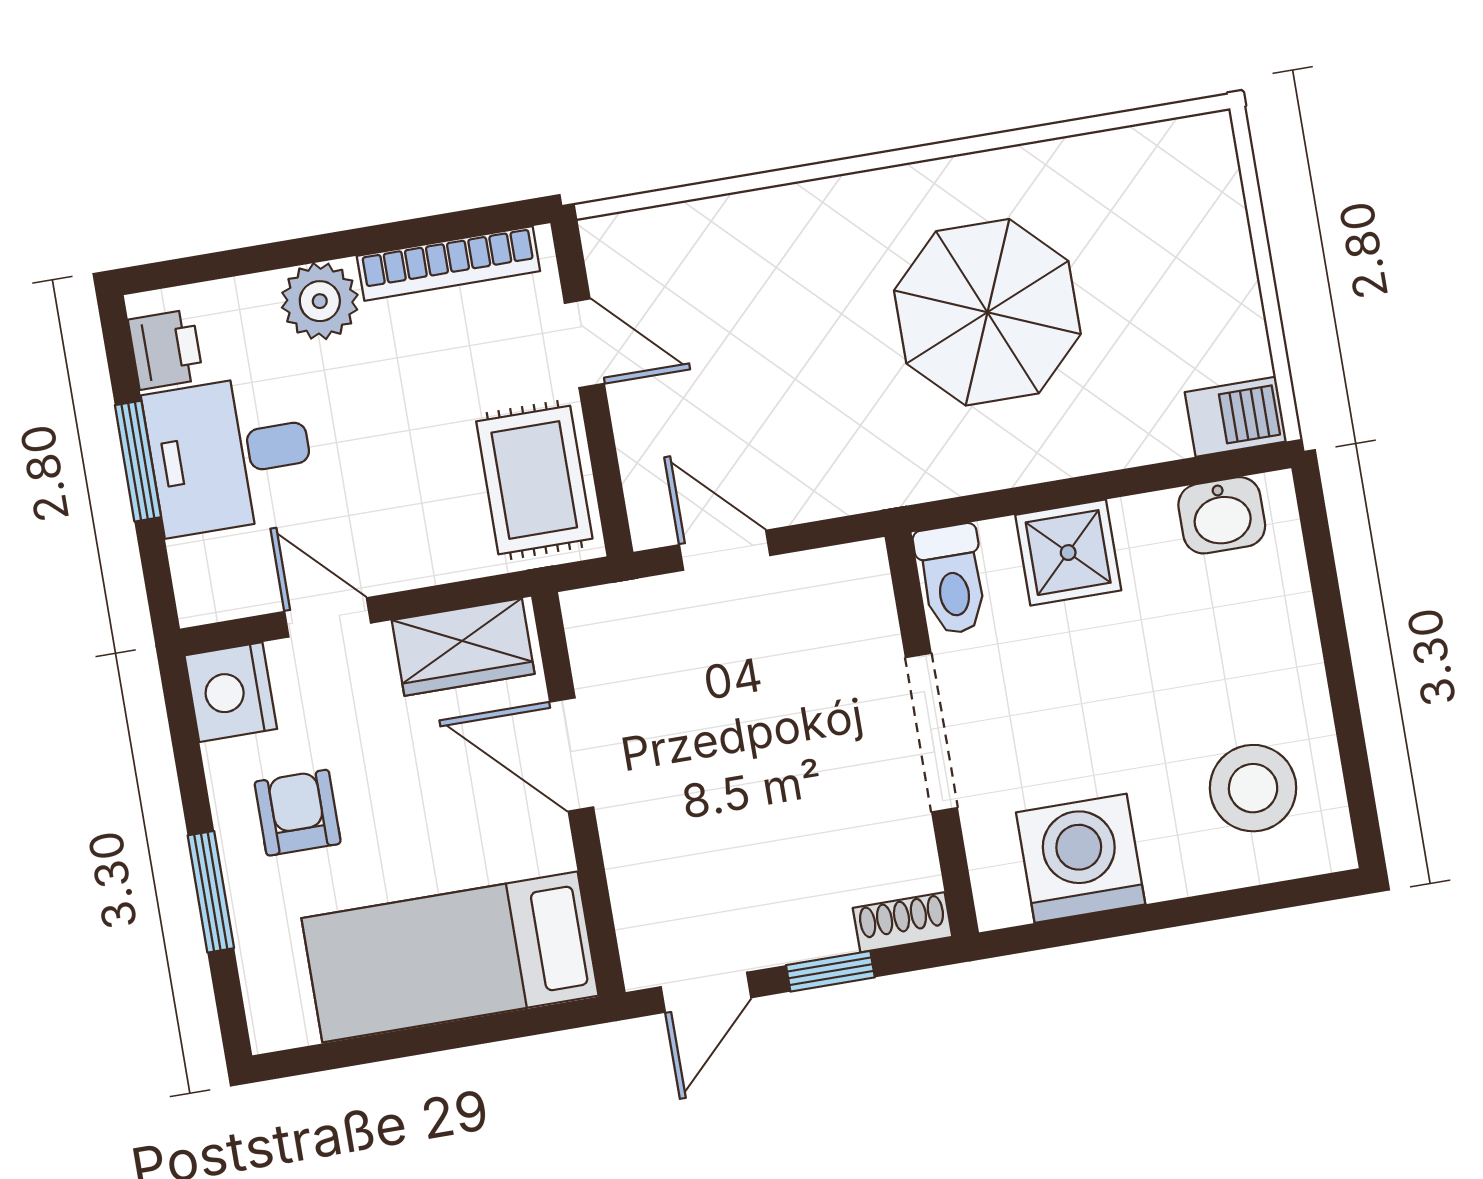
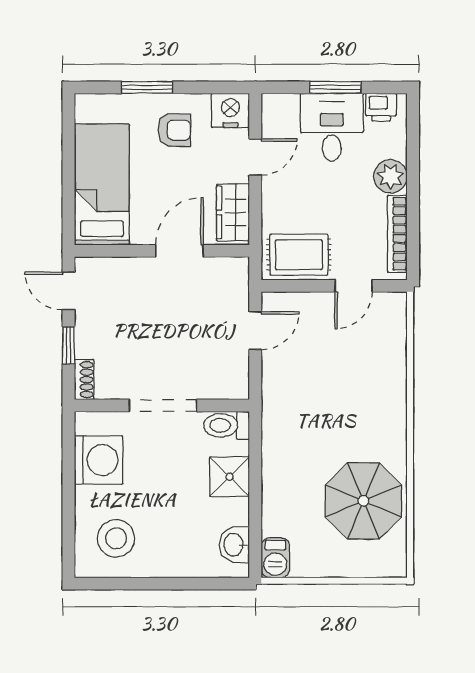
parasol: (987, 312) -> (363, 501), moved

